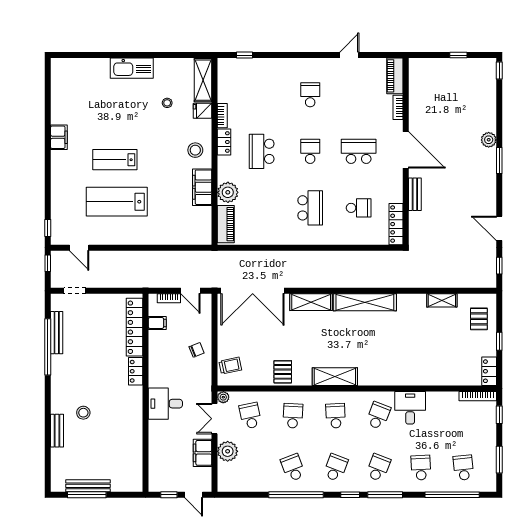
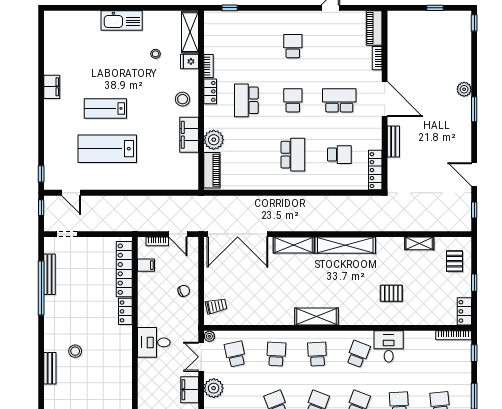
pallet: (283, 372) -> (391, 293), moved, turned 90

